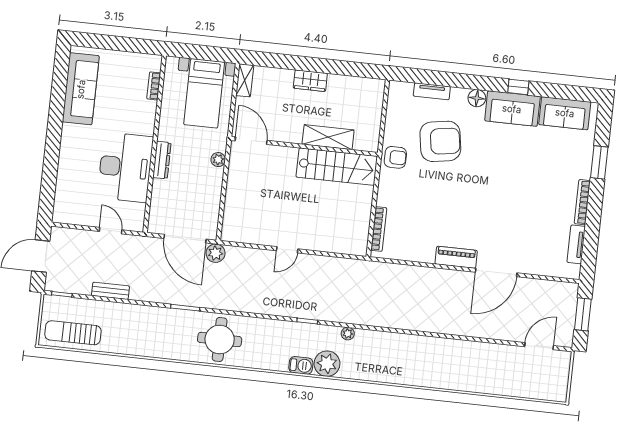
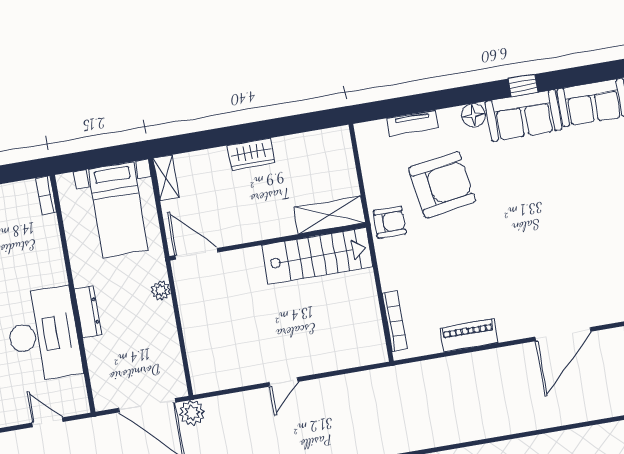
bookcase: (154, 86) -> (46, 195), moved
shelving: (328, 137) -> (330, 215), moved
piano: (456, 257) -> (469, 335), moved

